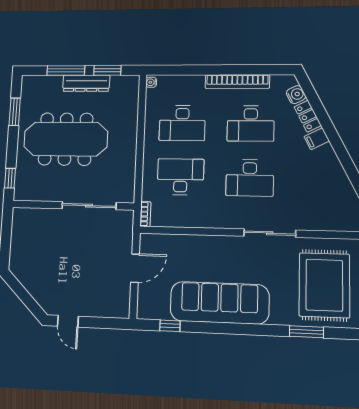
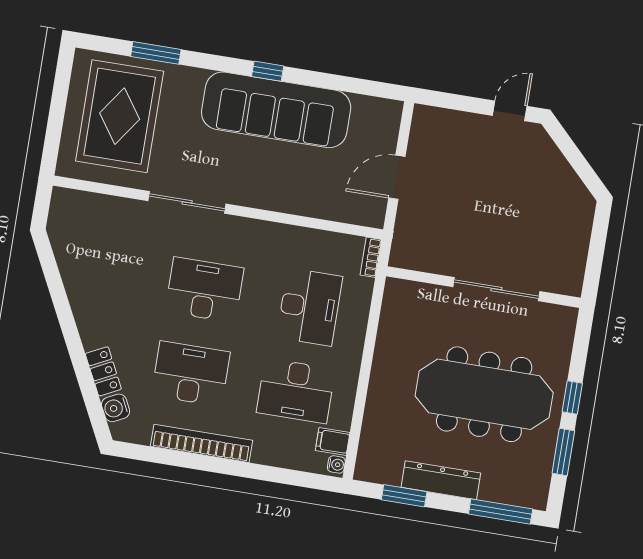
window: (66, 71) -> (501, 512), moved
desk: (182, 123) -> (296, 391), turned 180
filing cabinet: (317, 139) -> (333, 441), moved, turned -153
desk: (180, 177) -> (310, 307), turned -90
window: (10, 178) -> (572, 397), moved
sliding door: (89, 206) -> (496, 289), moved
door: (68, 321) -> (510, 111), hinge flipped
window: (170, 326) -> (268, 71), moved

